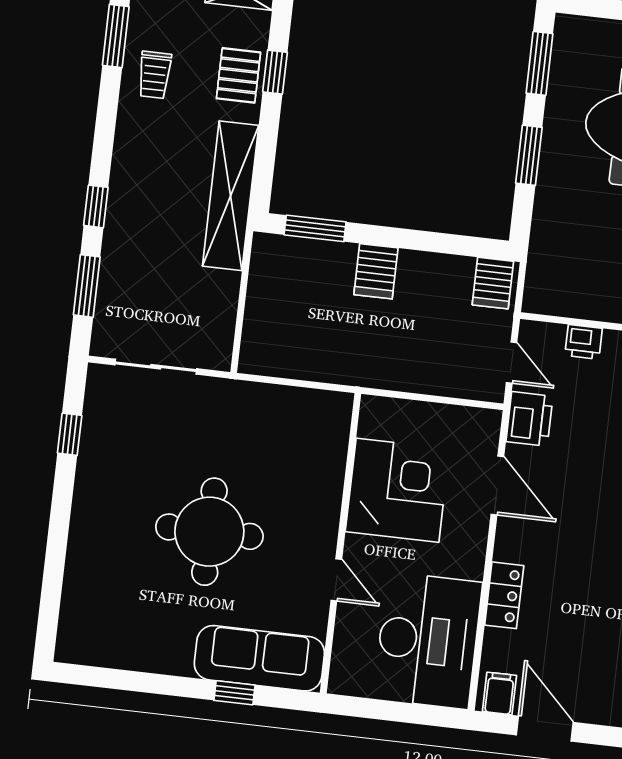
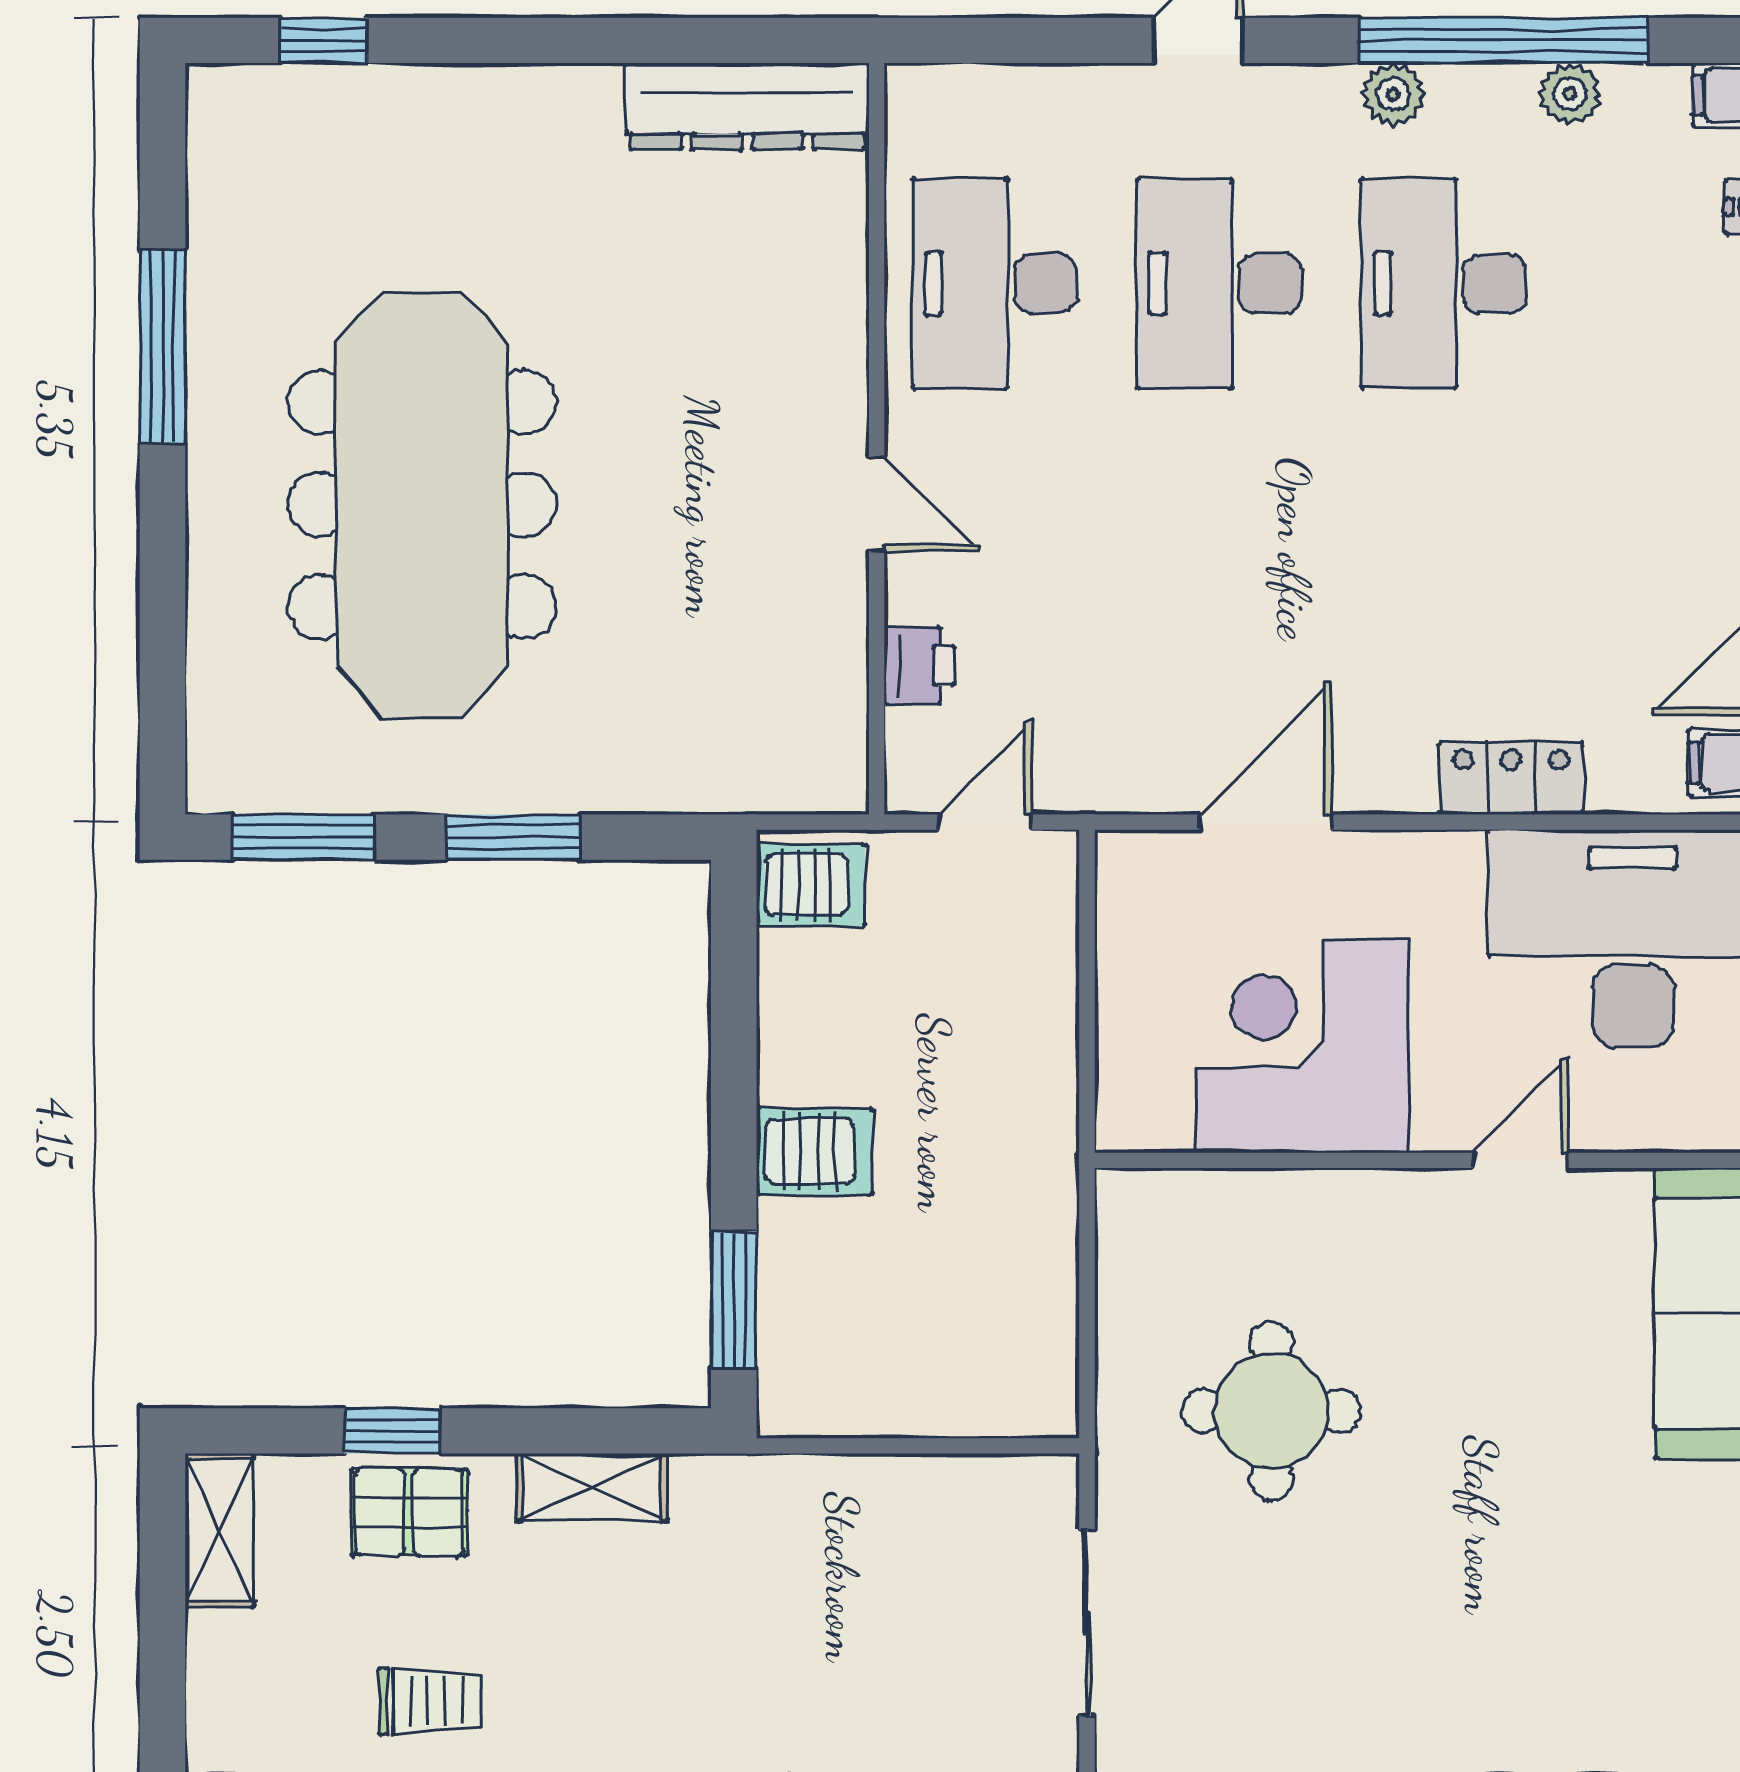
shelving: (231, 196) -> (592, 1487), width x0.45, depth x0.75
printer: (529, 419) -> (1107, 767), removed
round table: (209, 532) -> (1271, 1411), moved, width x0.73, depth x0.73

